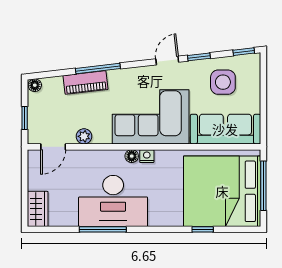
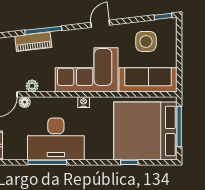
window: (199, 57) -> (126, 21), removed
floor lamp: (132, 156) -> (25, 102), moved

